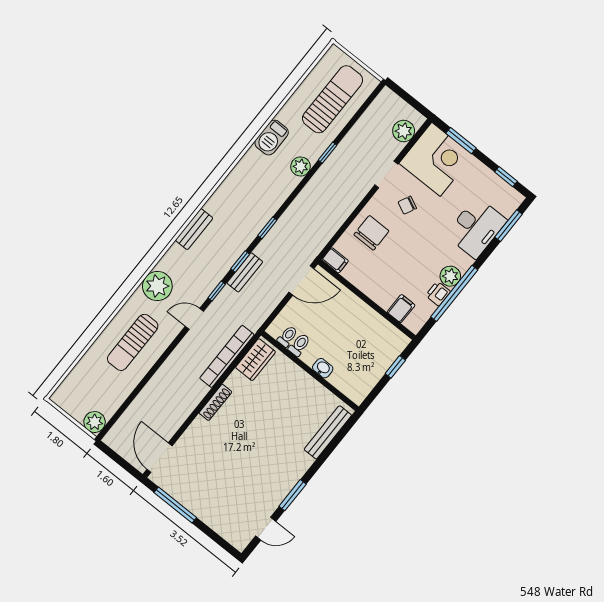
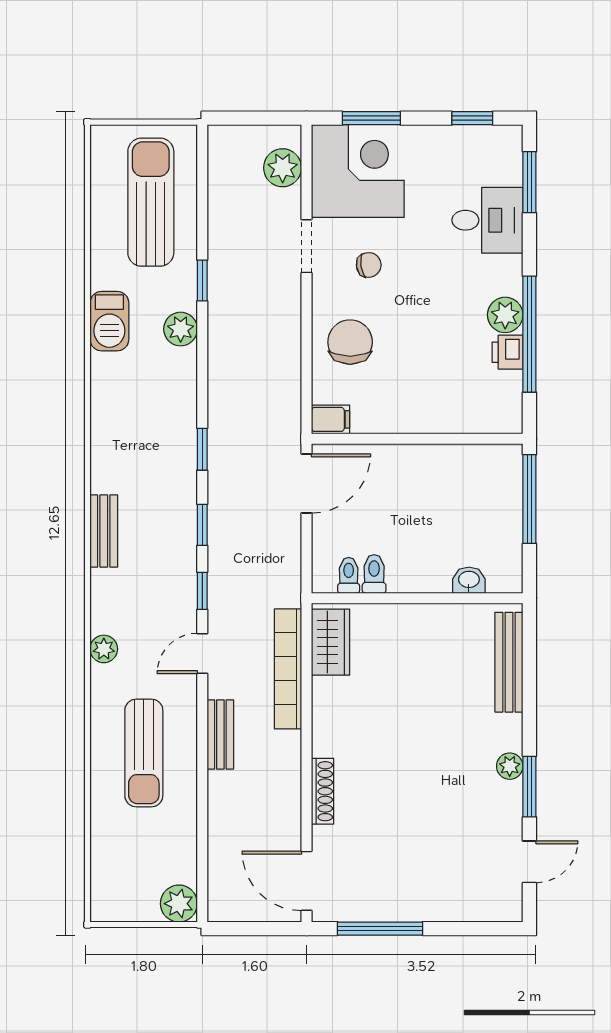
chair: (407, 205) -> (369, 265), turned -125
desk: (476, 228) -> (487, 220), width x0.73
bench: (245, 272) -> (220, 734), moved
plant: (157, 286) -> (104, 649), width x0.53, depth x0.53
filing cabinet: (401, 309) -> (473, 413), removed
window: (395, 367) -> (529, 499), width x2.17
washbasin: (323, 368) -> (469, 580), moved
shoe rack: (215, 402) -> (323, 791), moved
plant: (291, 479) -> (510, 766), added

